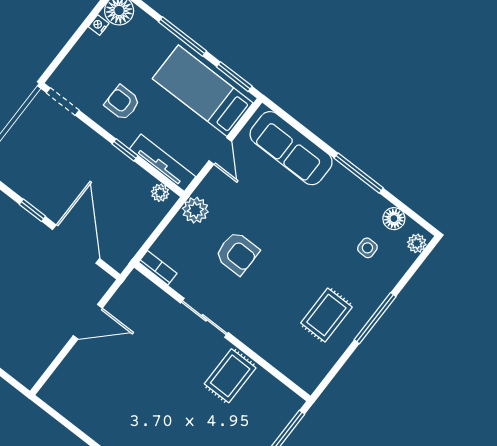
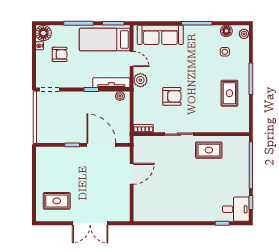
armchair: (122, 103) -> (60, 54), moved, turned 180
plant: (195, 210) -> (140, 80), moved
rug: (230, 376) -> (209, 150), turned 90

